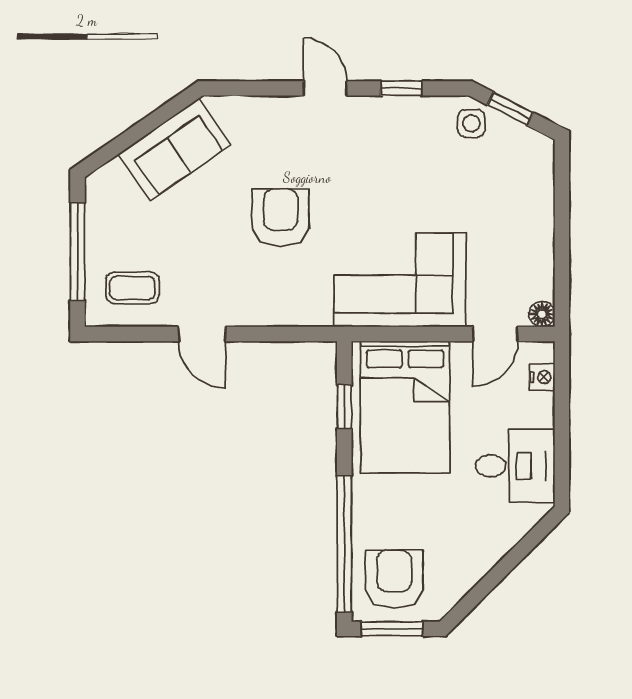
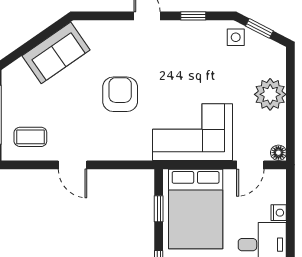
plant: (528, 218) -> (270, 94), added
nightstand: (542, 377) -> (279, 213), moved

